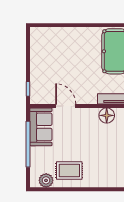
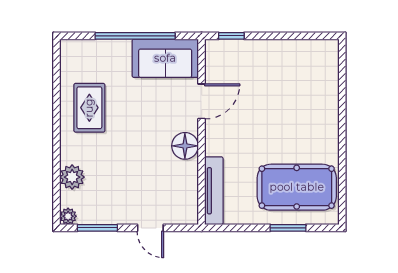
floor lamp: (107, 115) -> (185, 146), moved
plant: (46, 180) -> (72, 177), moved

